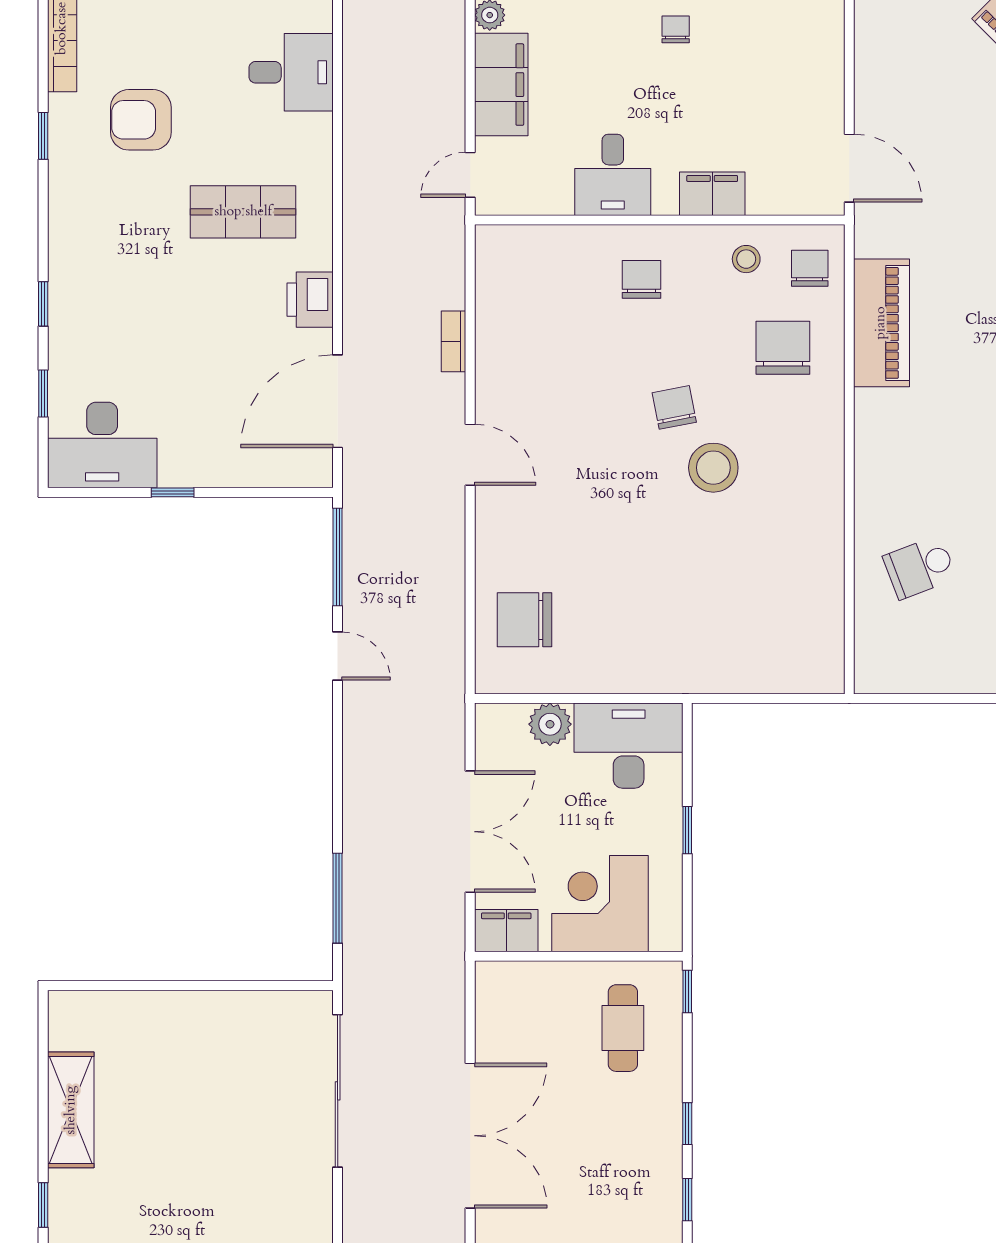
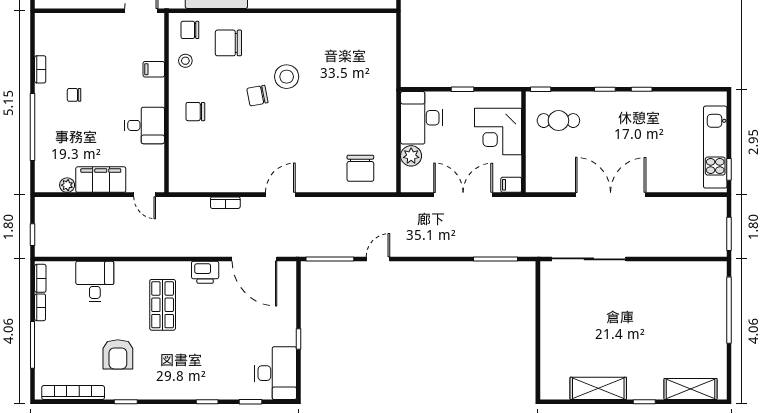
filing cabinet: (712, 194) -> (154, 69), width x0.50
filing cabinet: (506, 931) -> (511, 185), width x0.50

